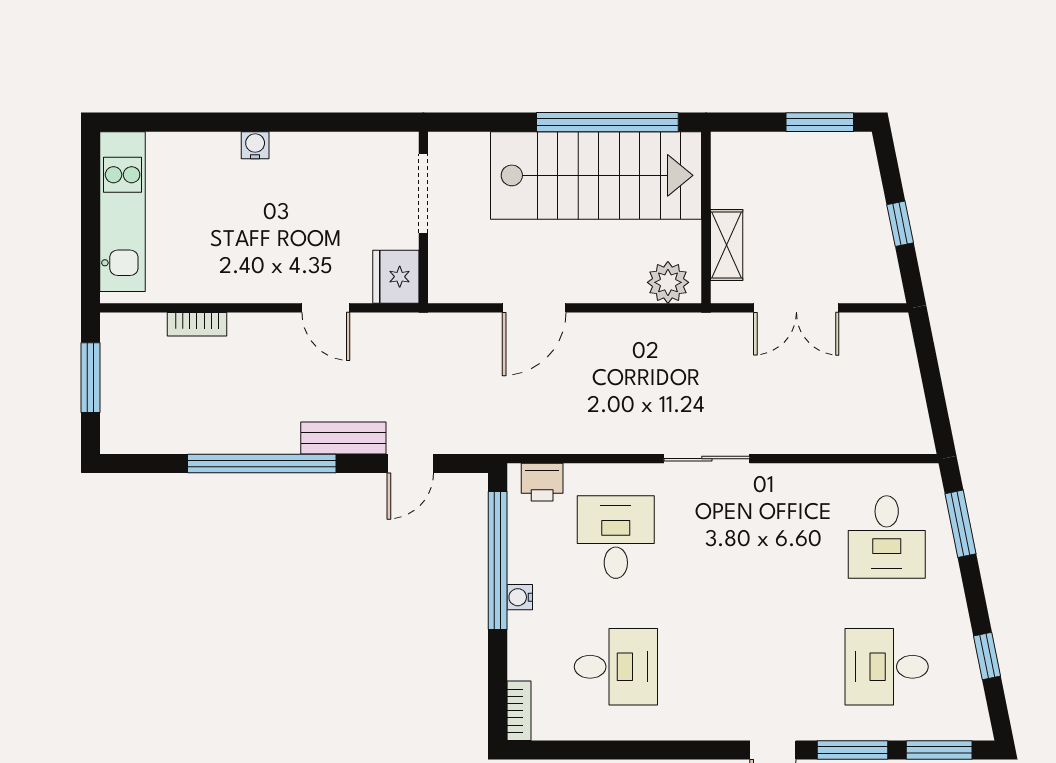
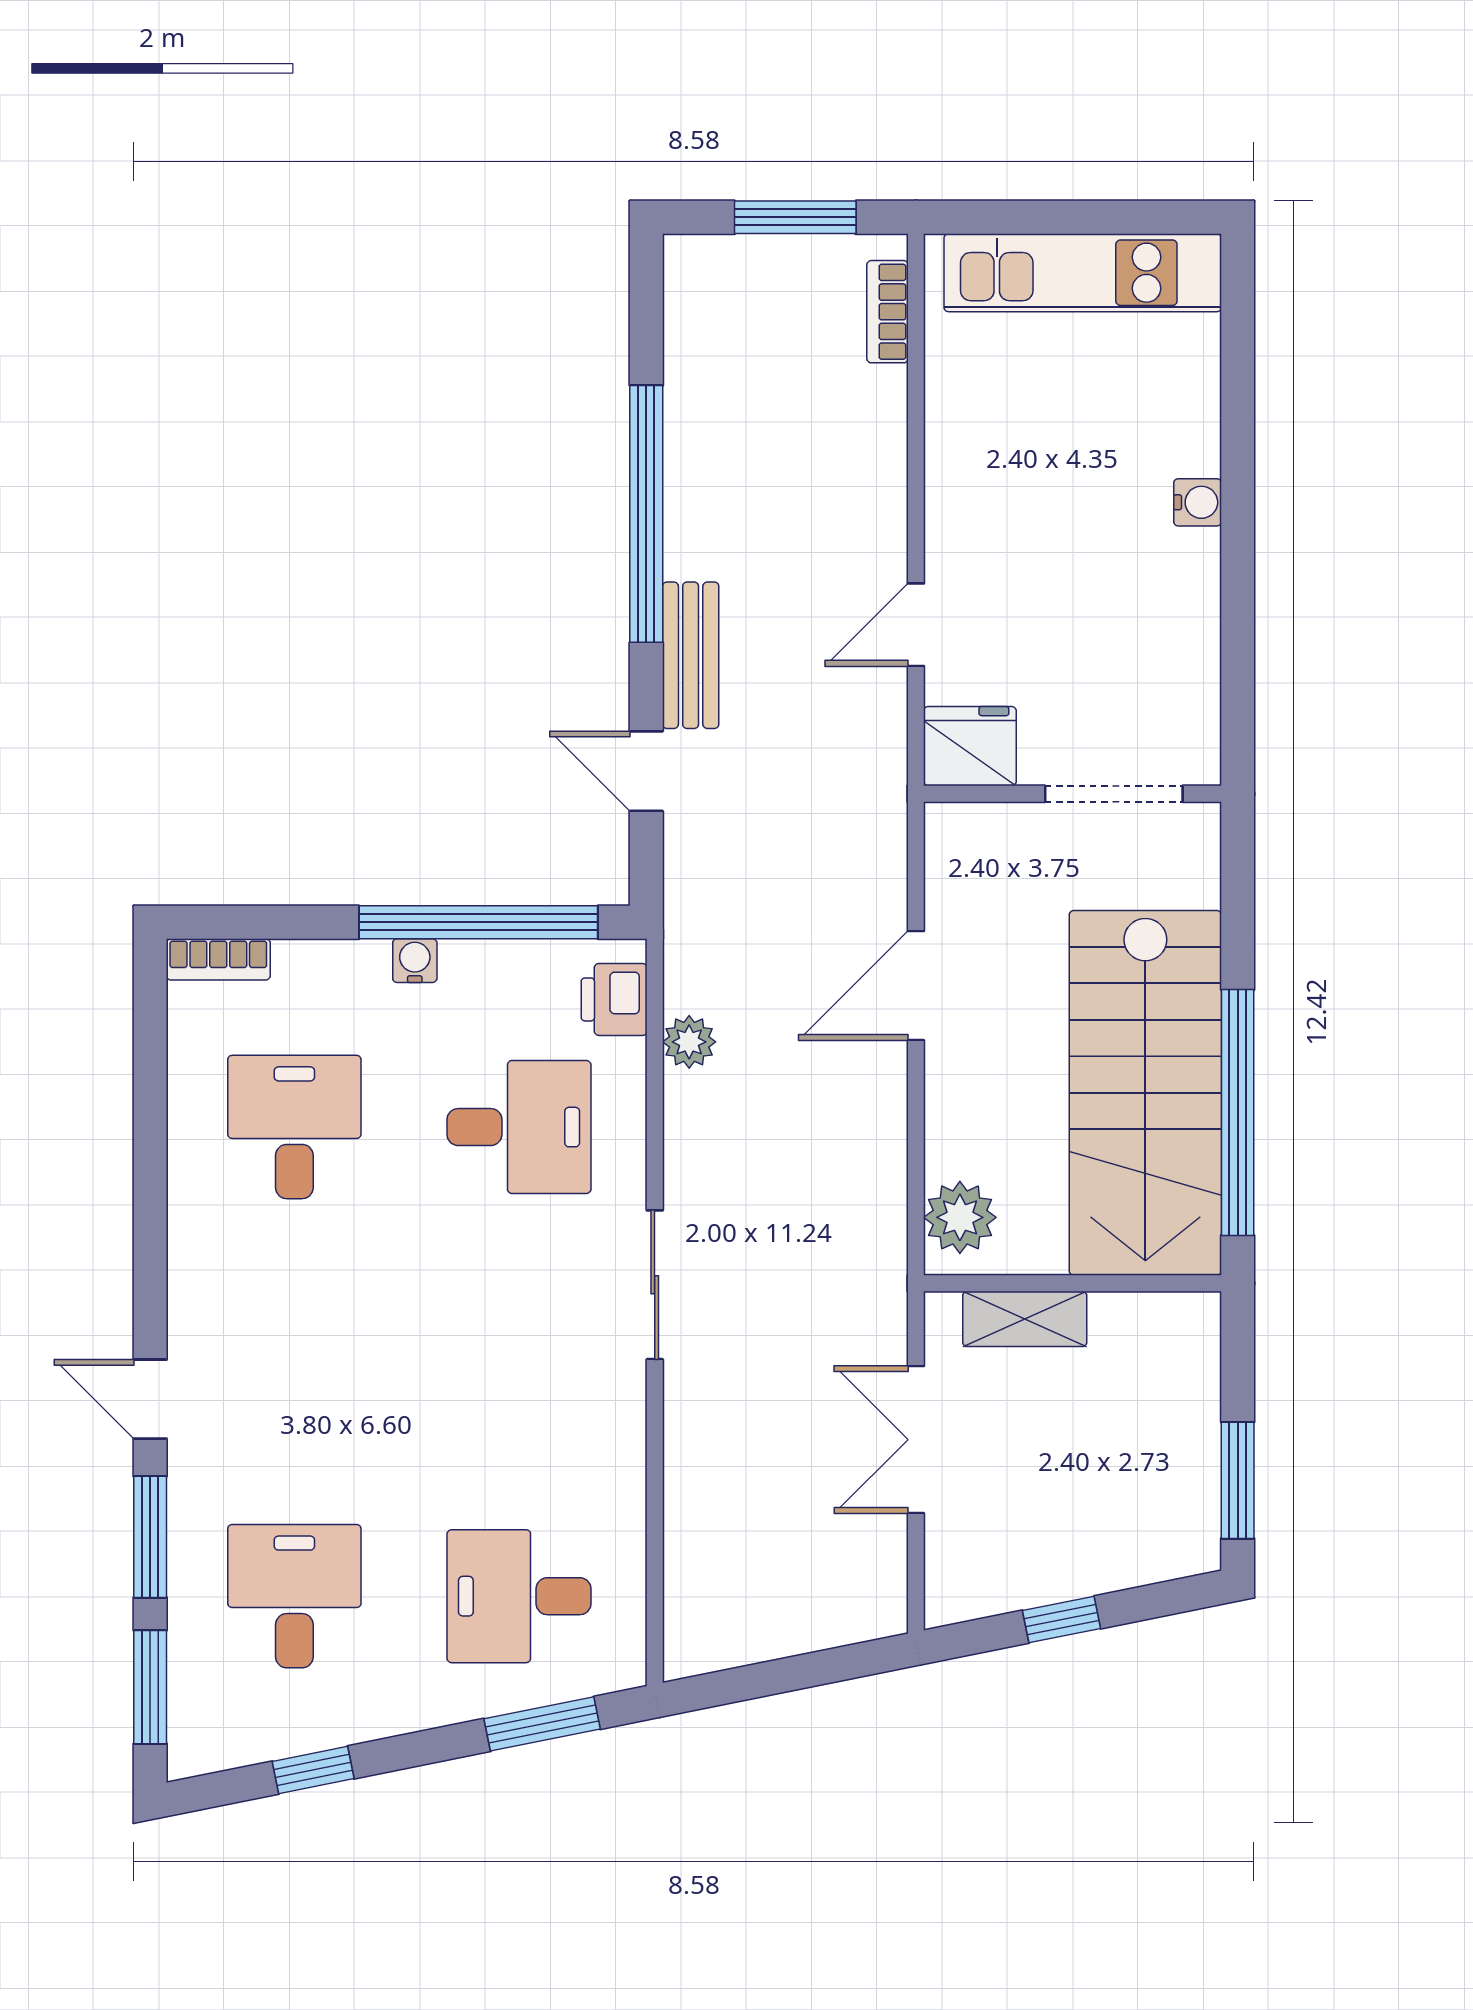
door: (534, 308) -> (916, 986), hinge flipped
bookcase: (197, 324) -> (887, 312), moved
plant: (567, 439) -> (689, 1042), added
desk: (616, 667) -> (294, 1127), turned 180

